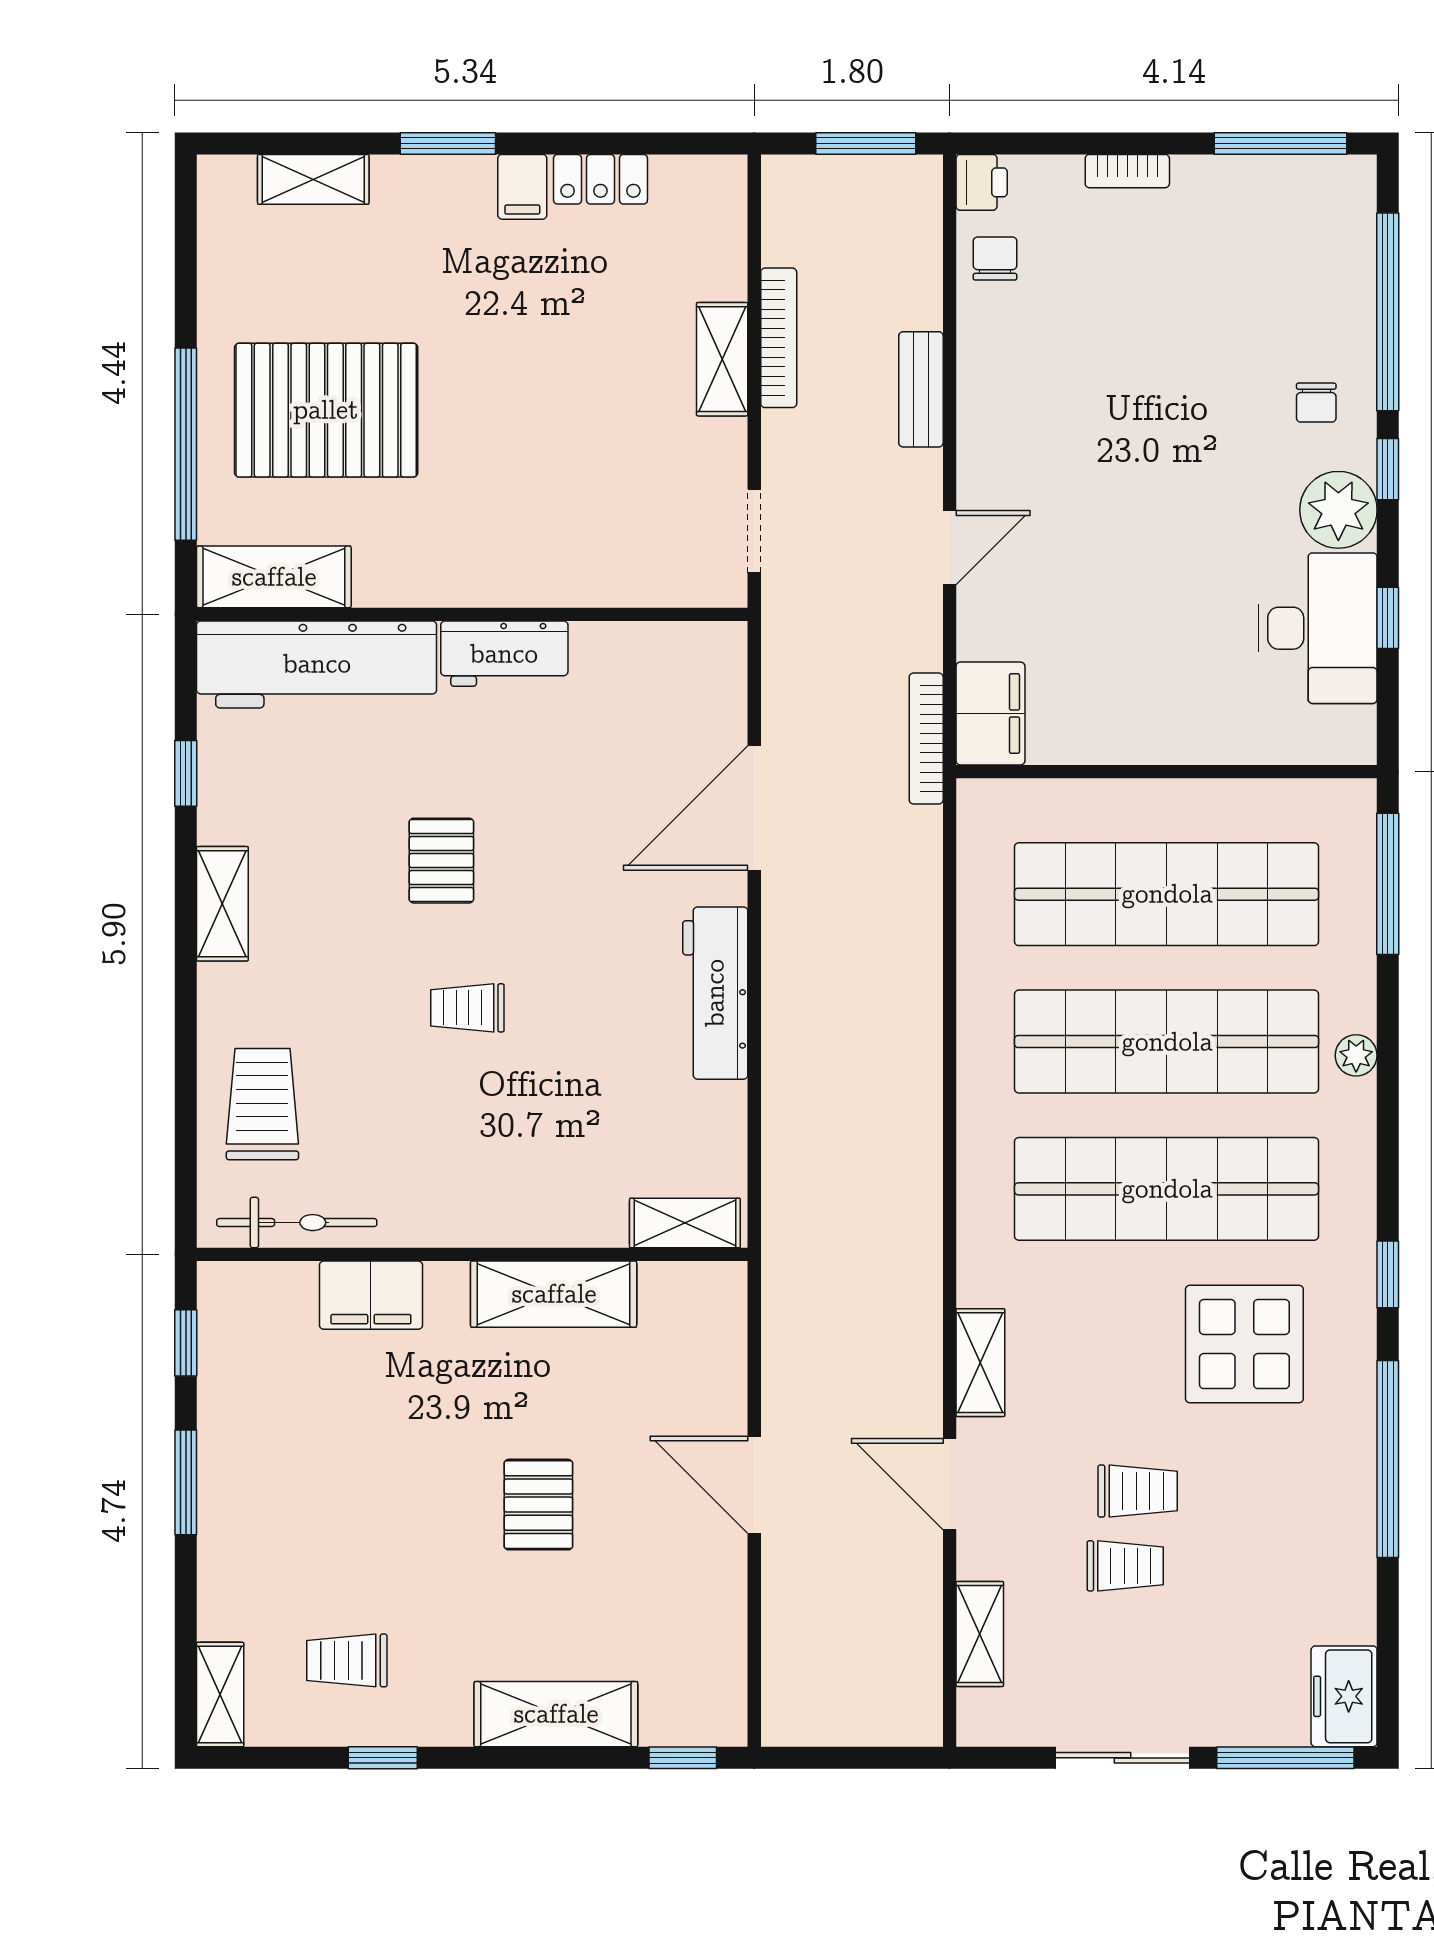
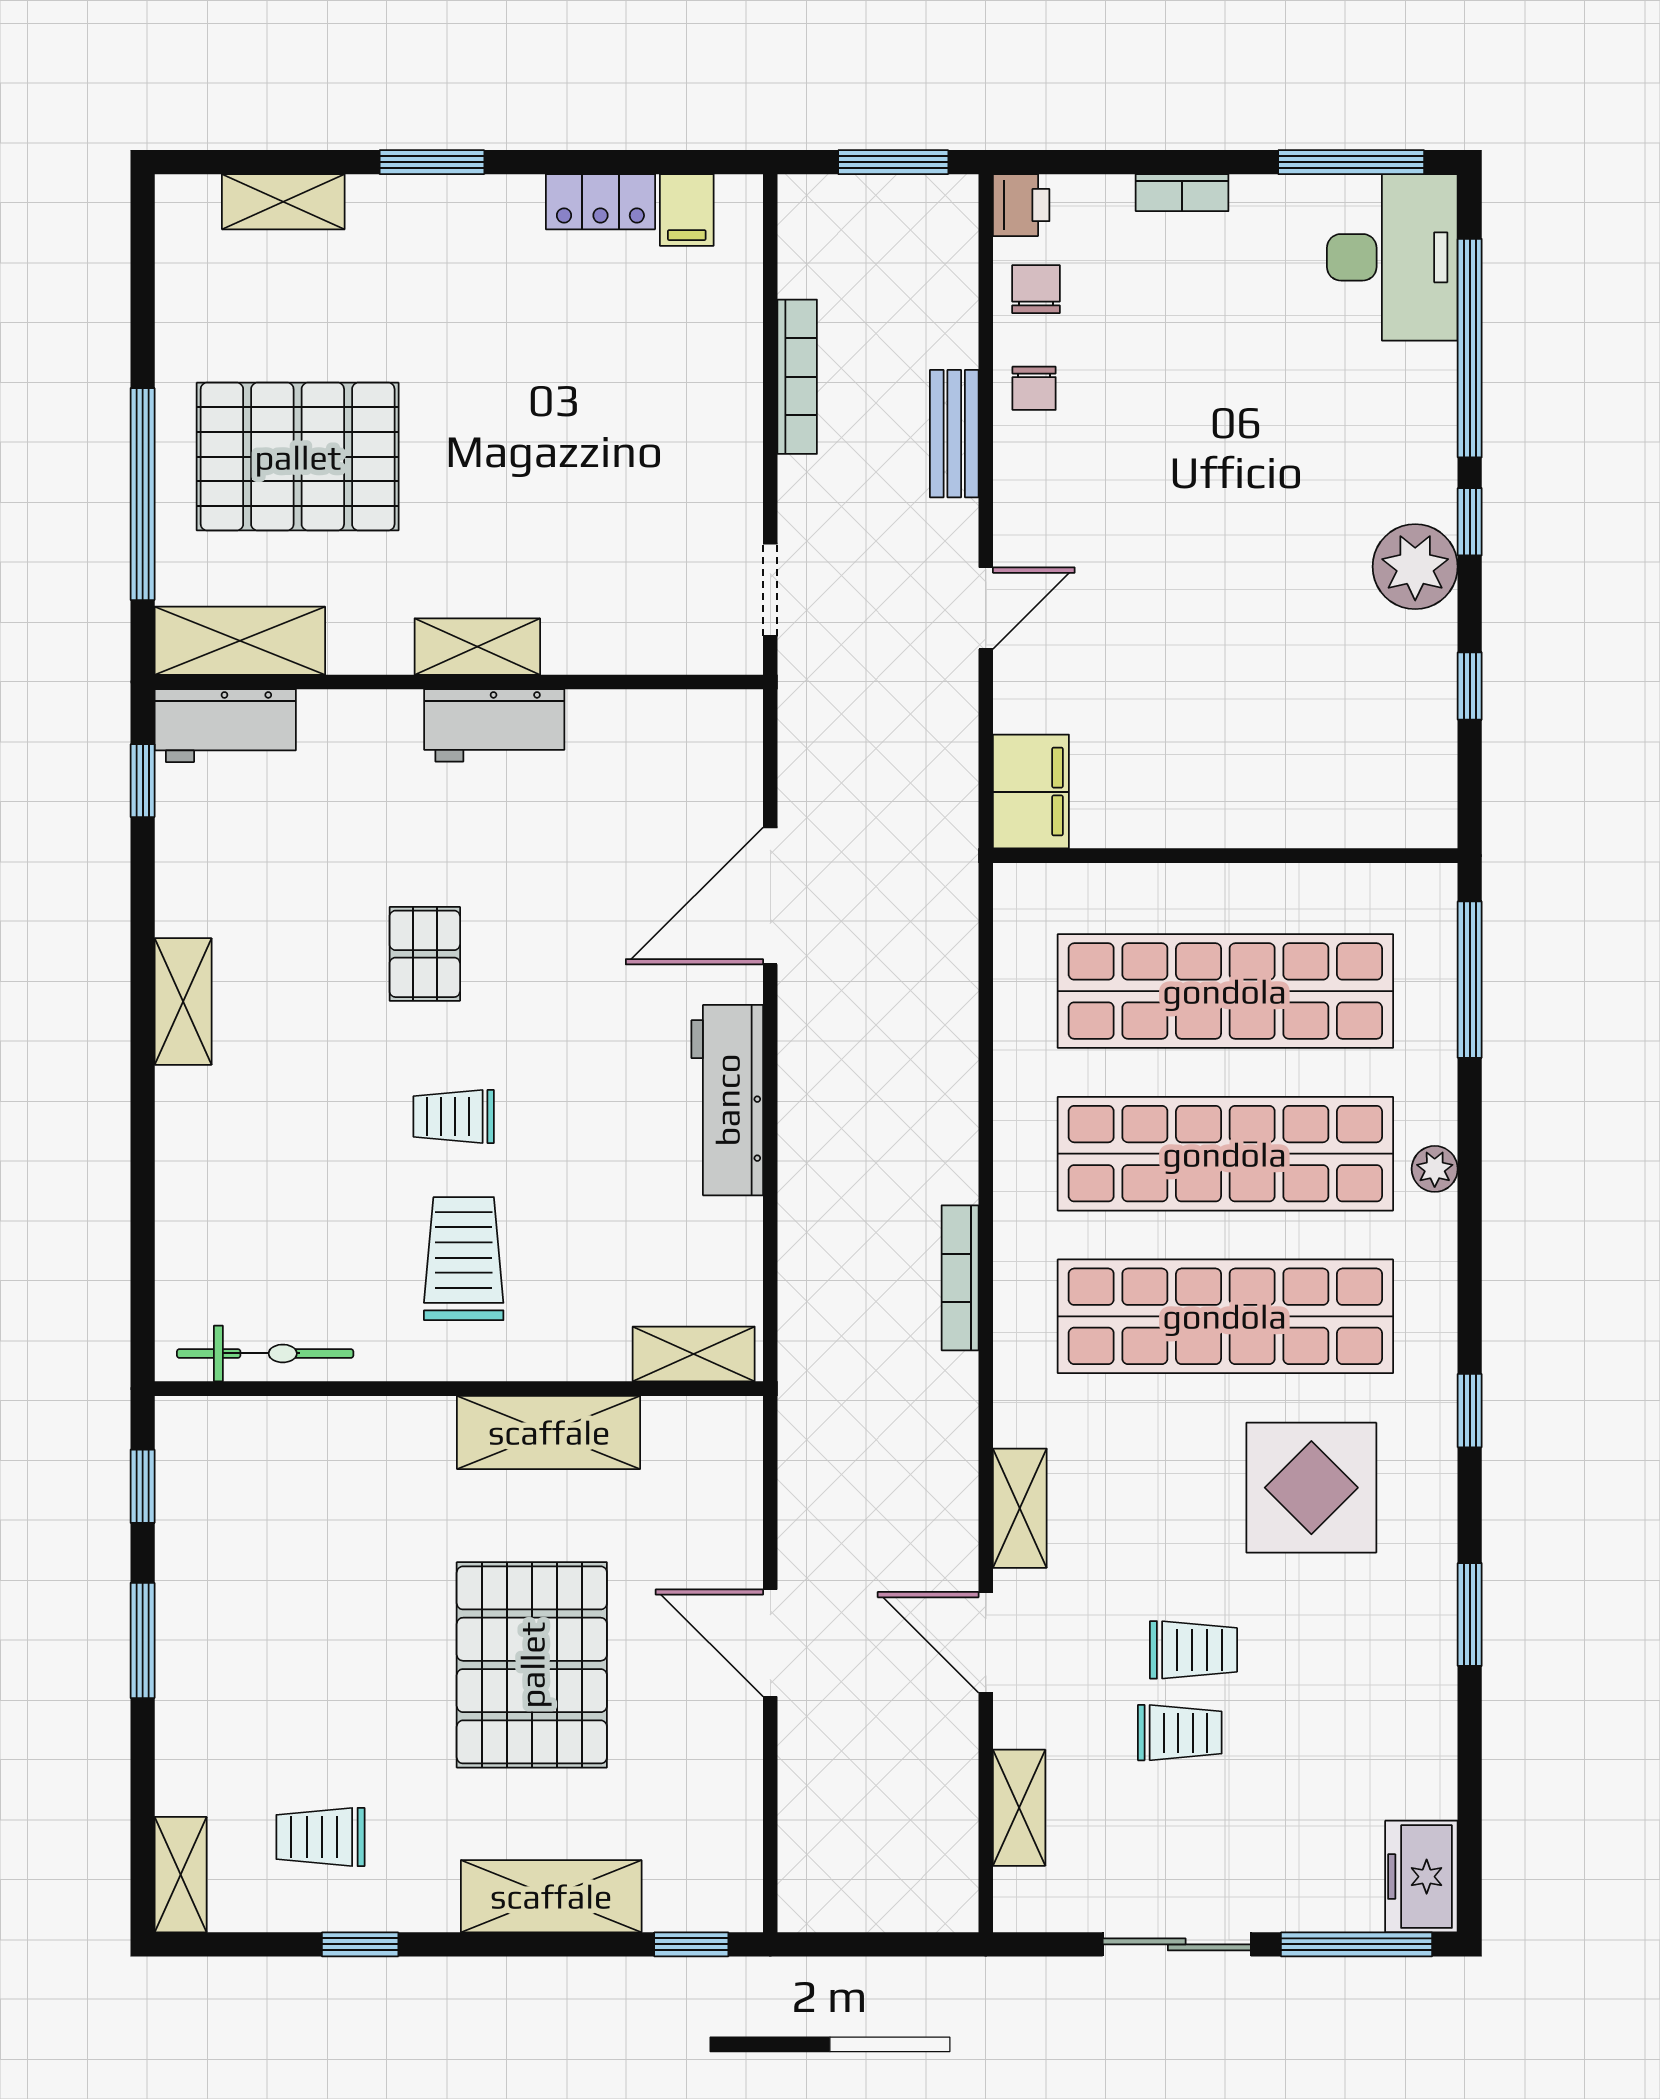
filing cabinet: (522, 187) -> (687, 210), moved
shelving: (722, 359) -> (477, 647), moved, turned 90
chair: (1316, 403) -> (1034, 388), moved
desk: (1318, 628) -> (1392, 257), moved
workbench: (317, 664) -> (225, 726), width x0.53, depth x0.76
bookcase: (926, 738) -> (960, 1278), moved
window: (186, 773) -> (143, 781), moved
trolley: (262, 1104) -> (464, 1259), moved
filing cabinet: (371, 1295) -> (347, 1434), removed
window: (1388, 1459) -> (1470, 1615), width x0.47
pallet: (538, 1505) -> (532, 1665), width x2.05, depth x2.00

